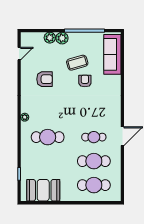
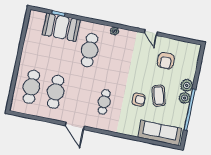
plant: (50, 38) -> (185, 98), moved
door: (19, 54) -> (151, 33), moved
armchair: (45, 79) -> (166, 61), moved
cafe table: (94, 137) -> (104, 102), moved
booth: (43, 190) -> (61, 27), moved, turned 90

